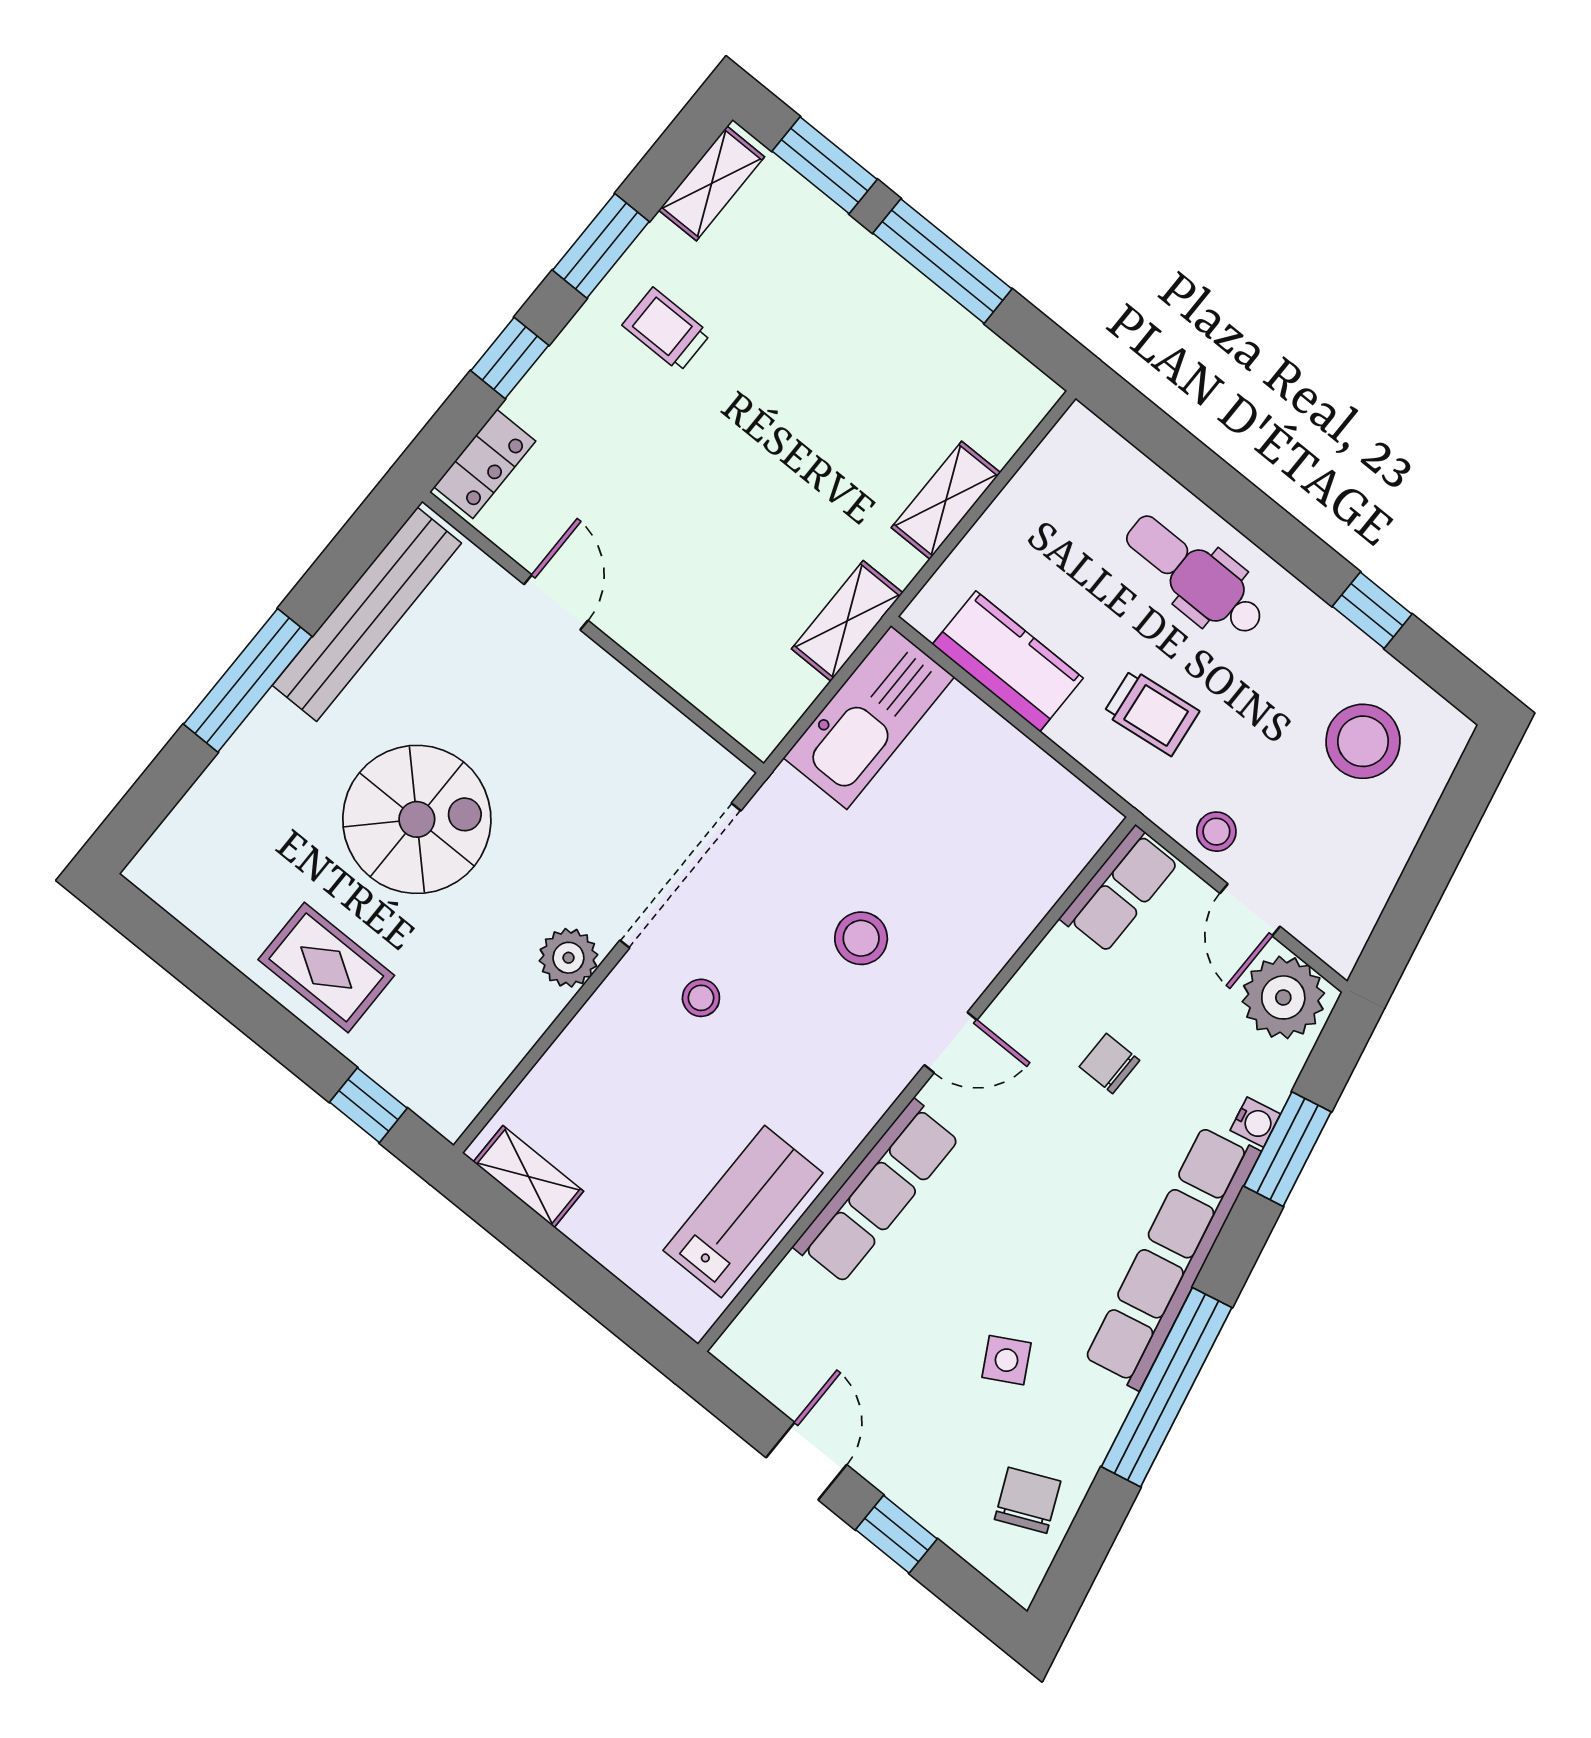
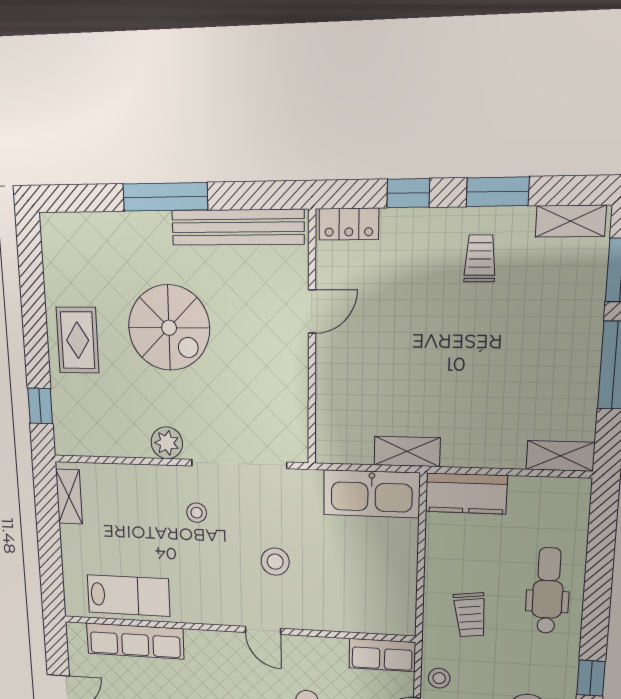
shelving: (946, 500) -> (560, 456), moved
kitchen counter: (1008, 661) -> (466, 494), moved, turned 90
row of seats: (877, 1192) -> (135, 641), moved

